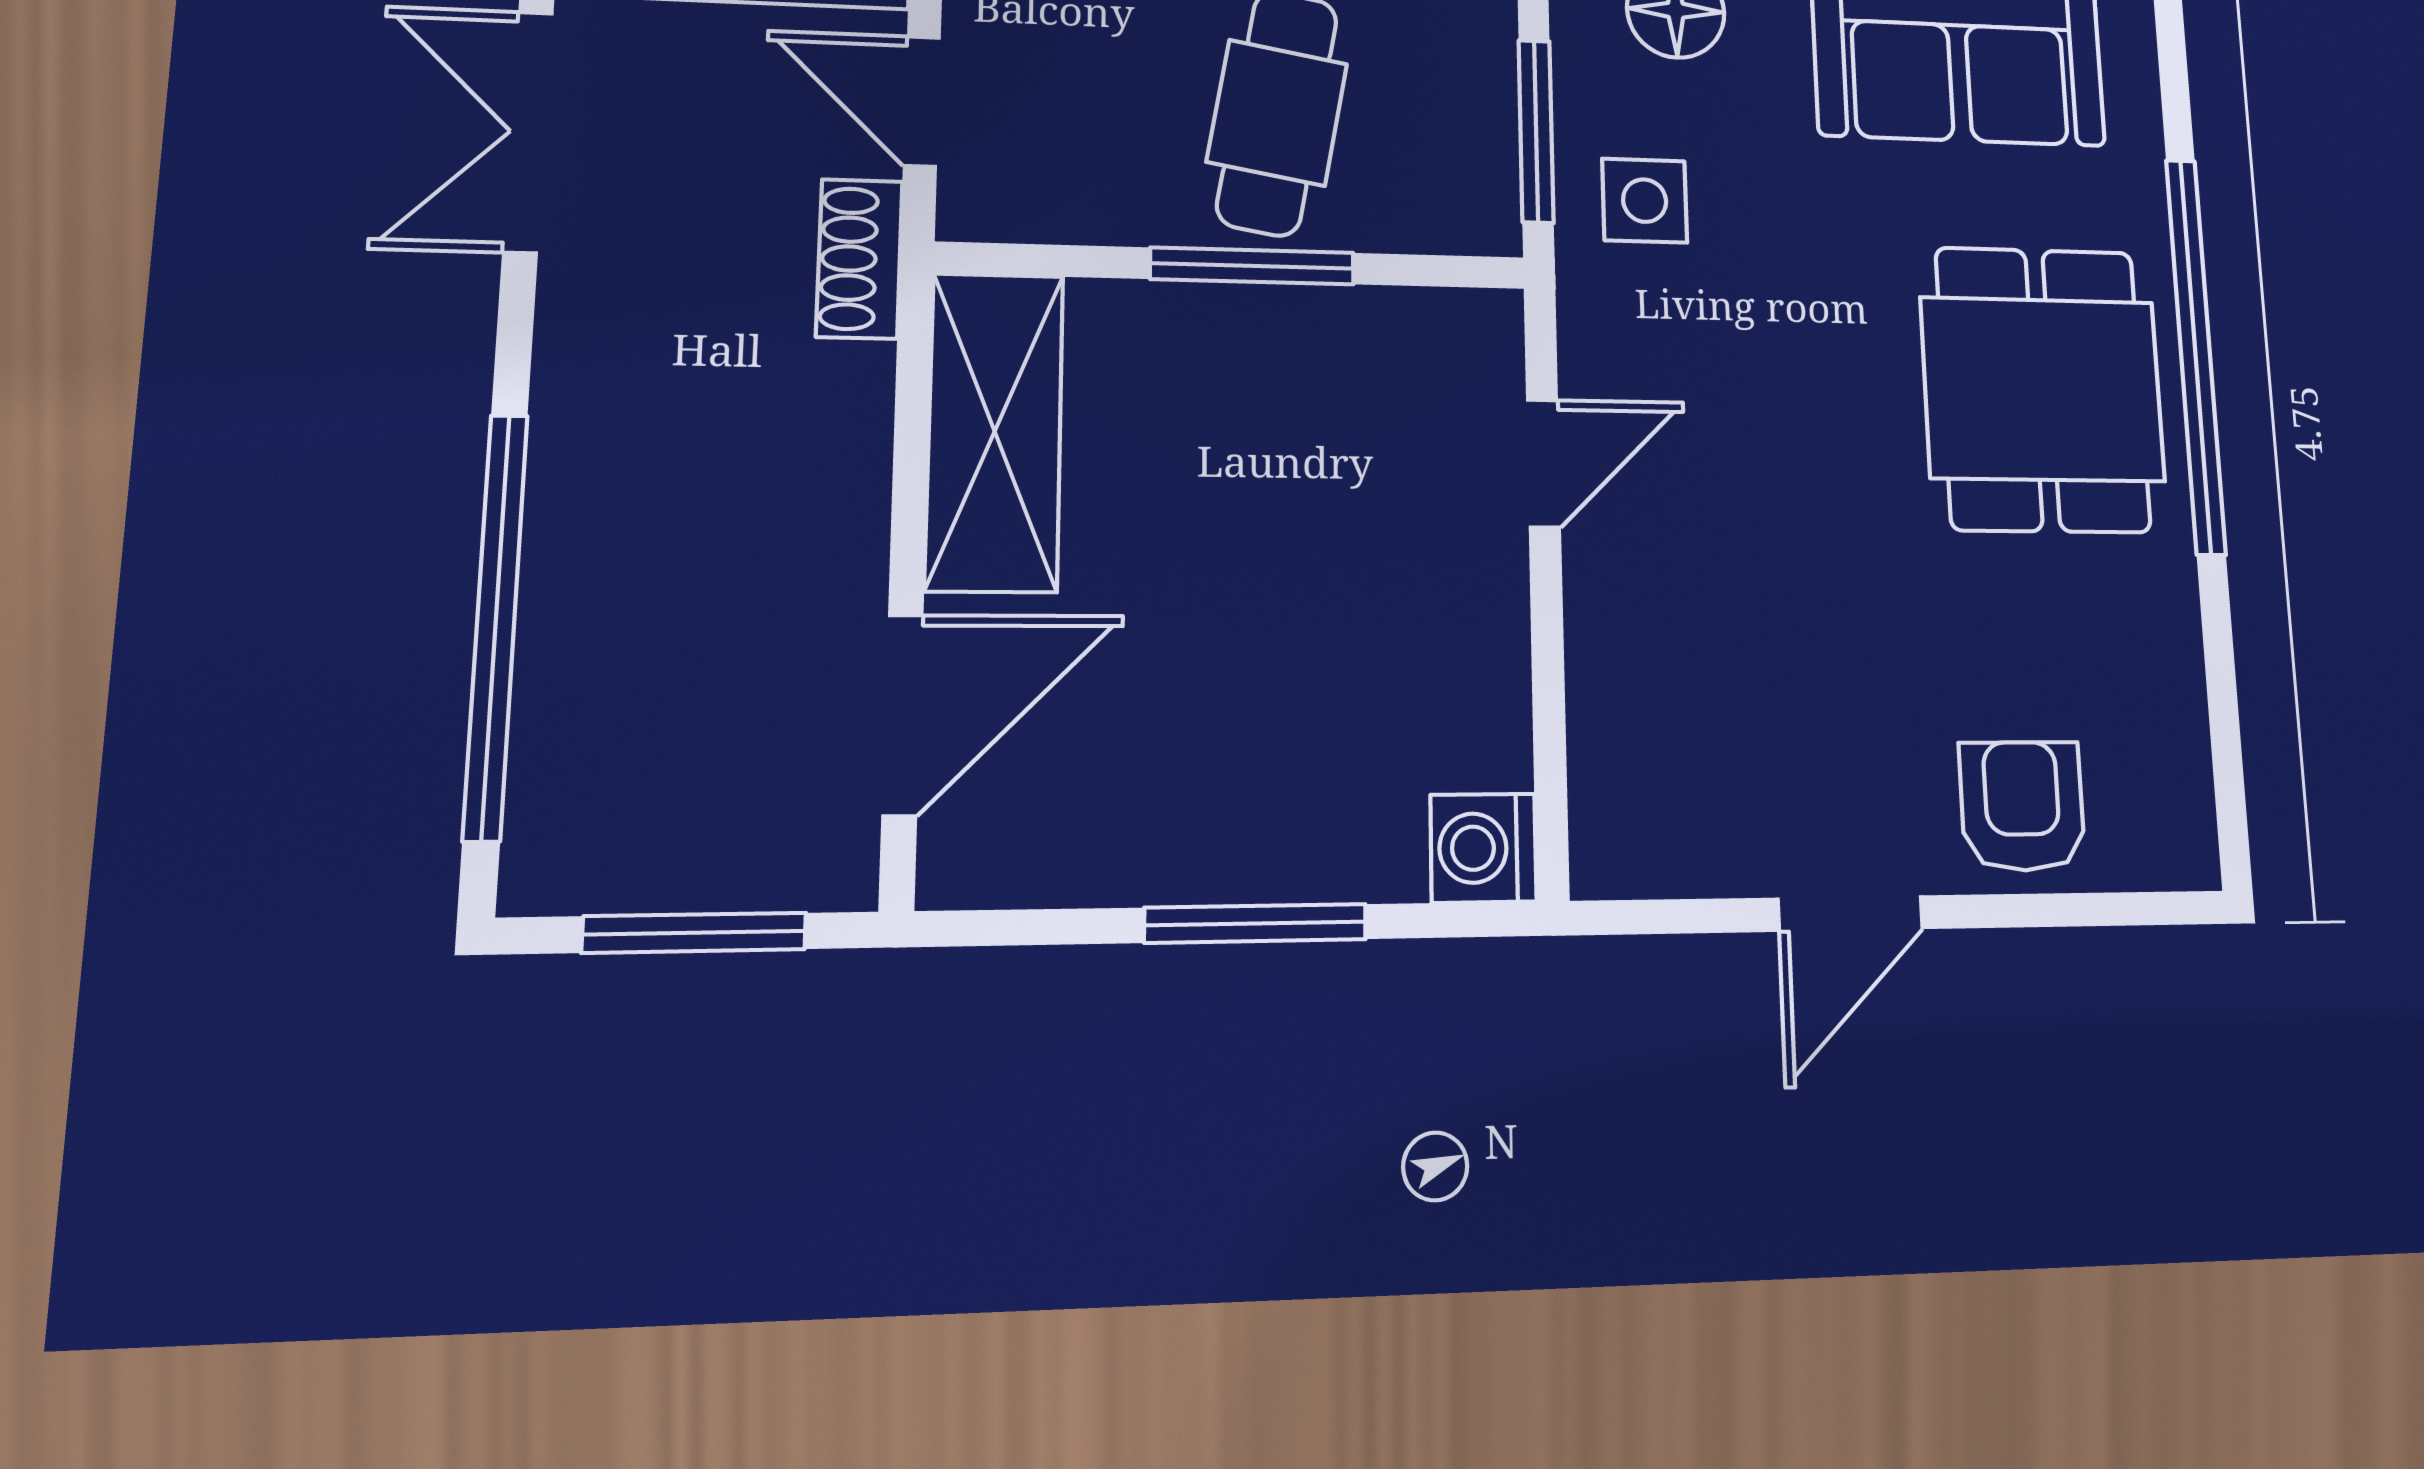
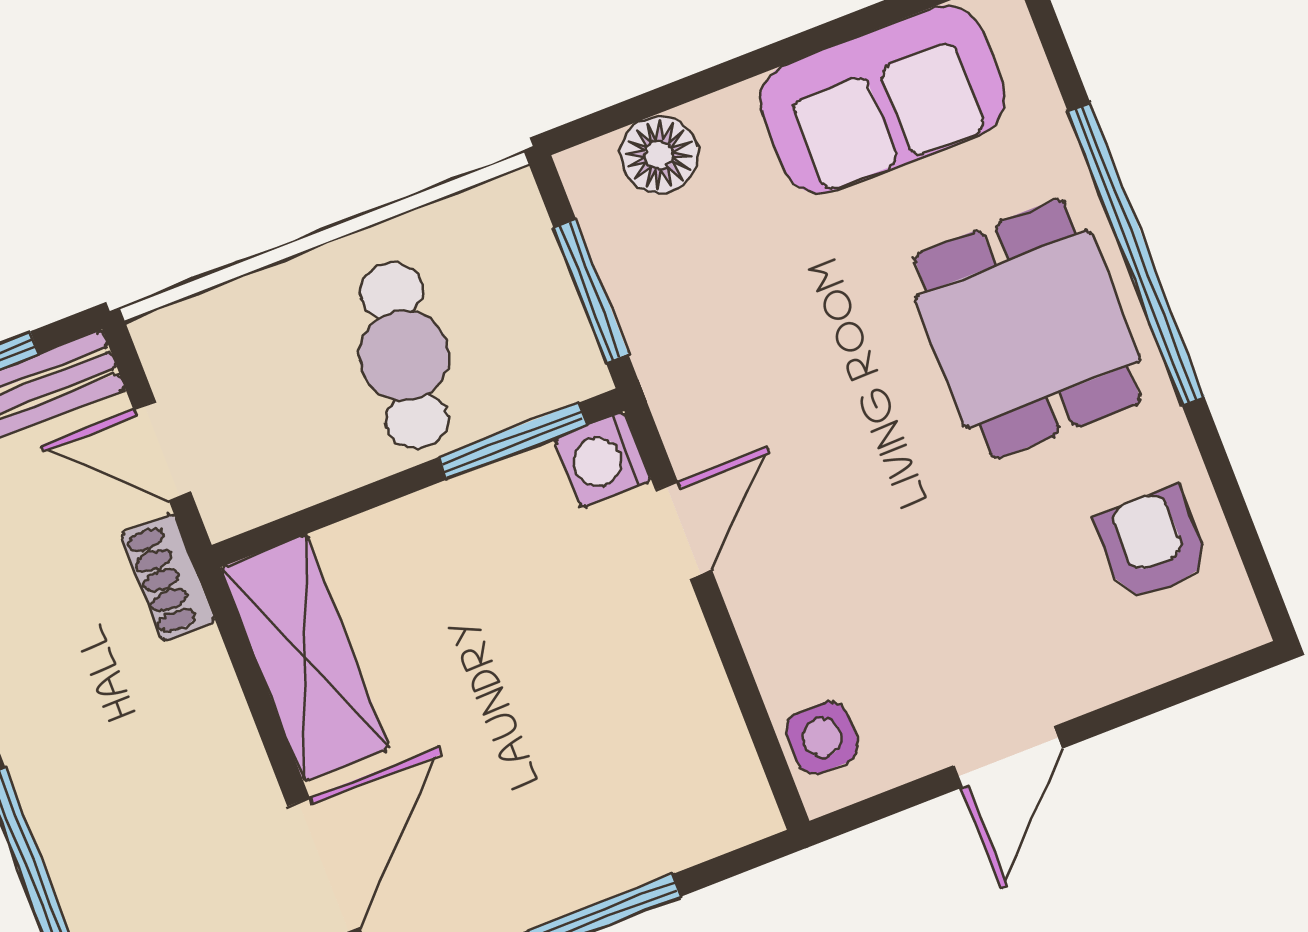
side table: (1645, 201) -> (822, 738), moved
window: (1252, 266) -> (513, 441), moved
armchair: (2022, 806) -> (1152, 544), moved
washing machine: (1483, 848) -> (603, 460), moved

